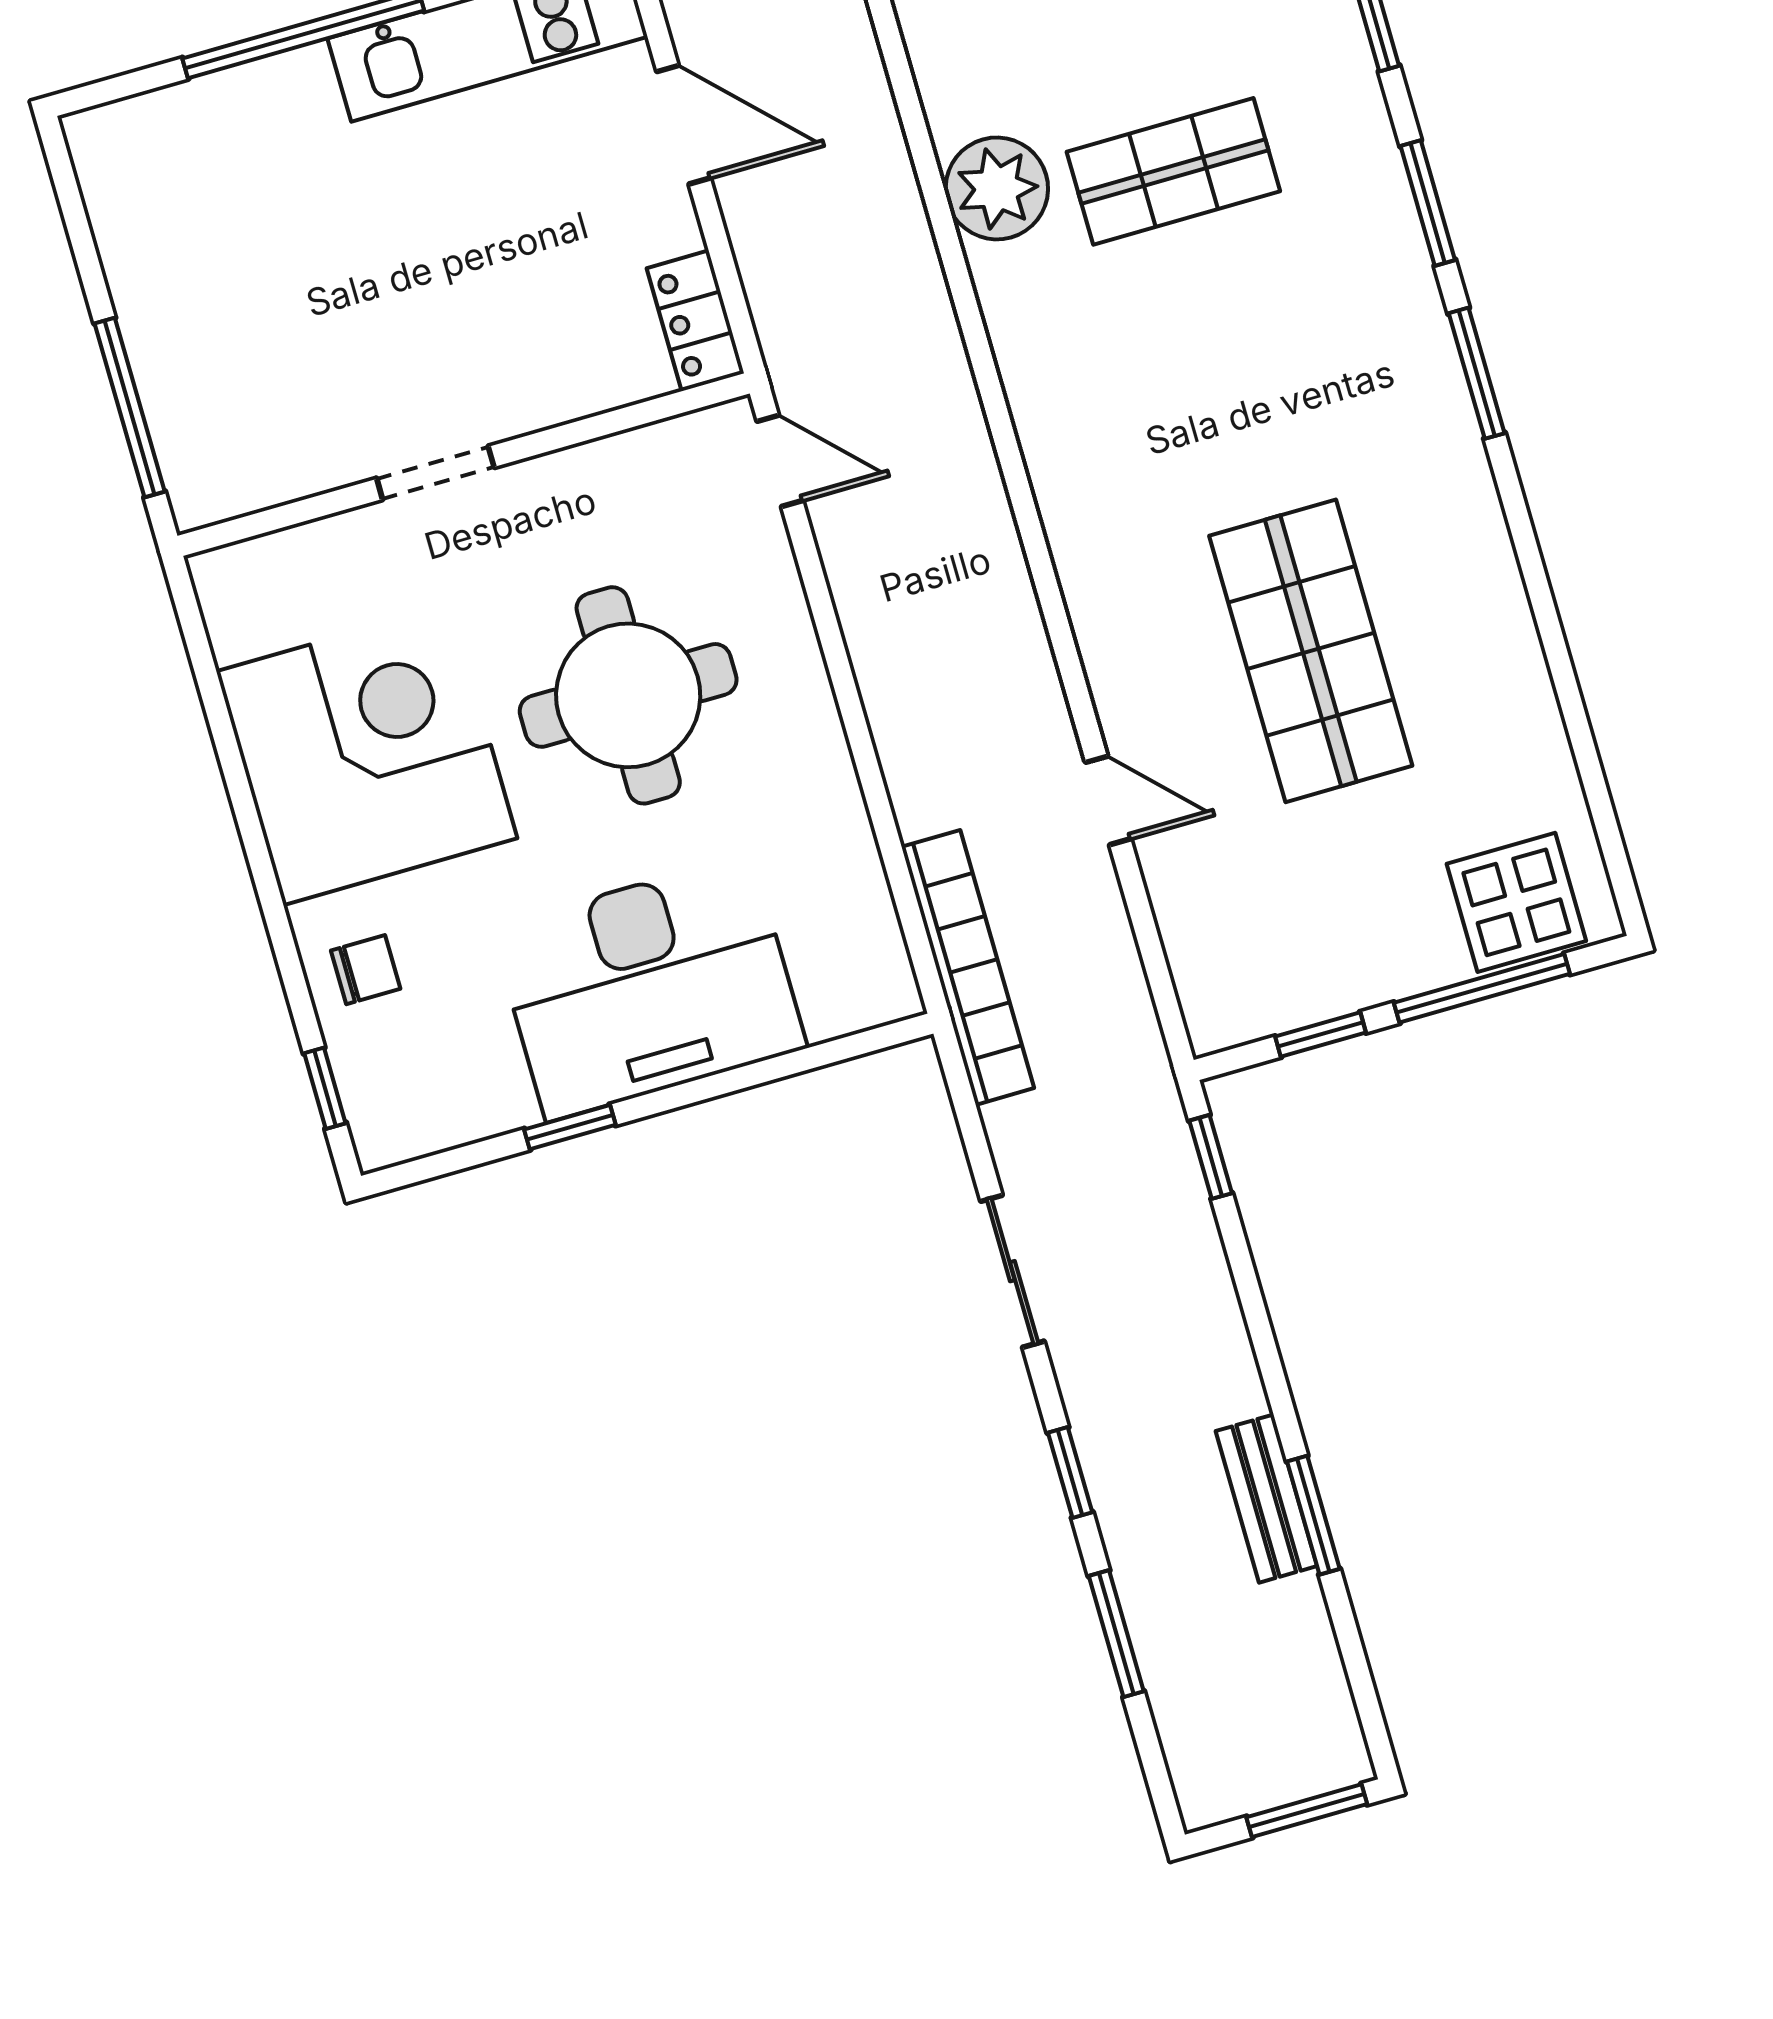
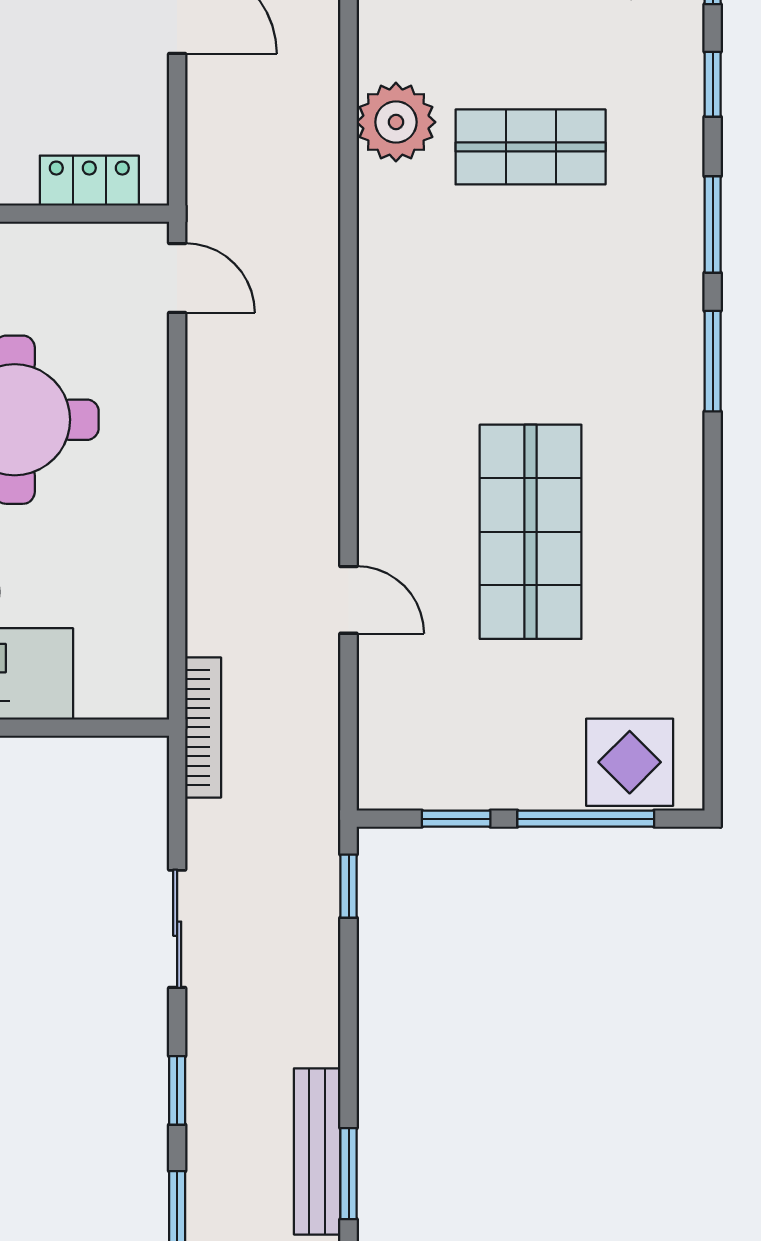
locker: (695, 321) -> (89, 181), moved, turned 90
bookcase: (968, 967) -> (203, 727), width x0.68, depth x0.76
bench: (1266, 1499) -> (317, 1151), width x1.36

